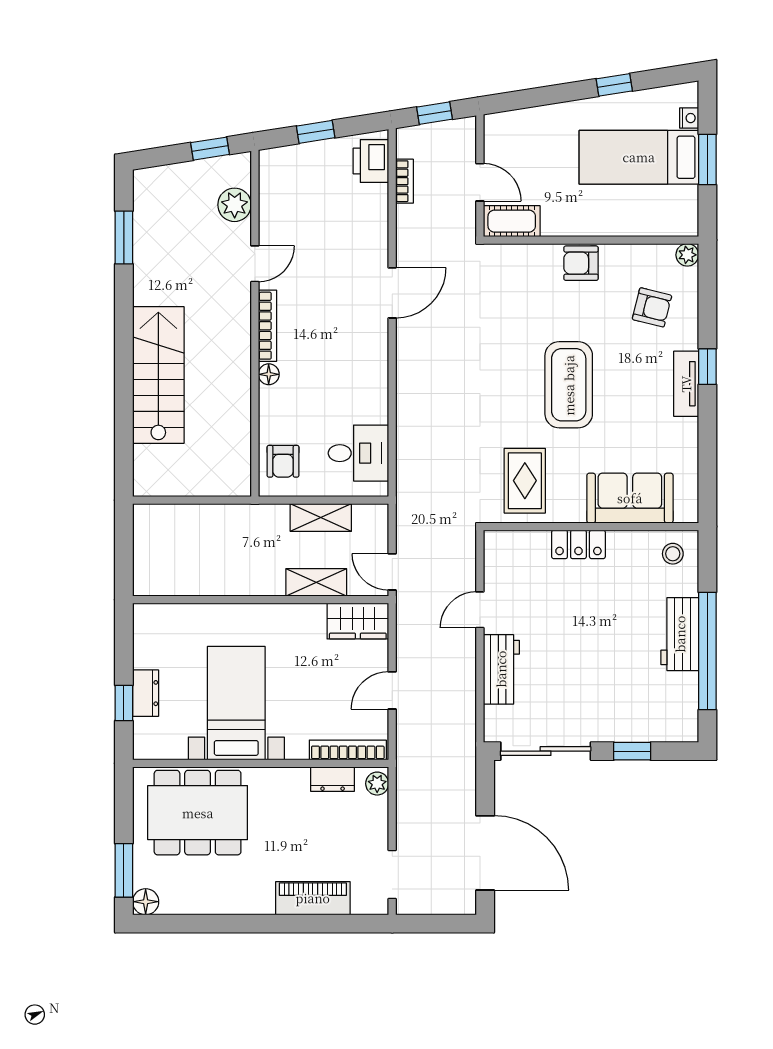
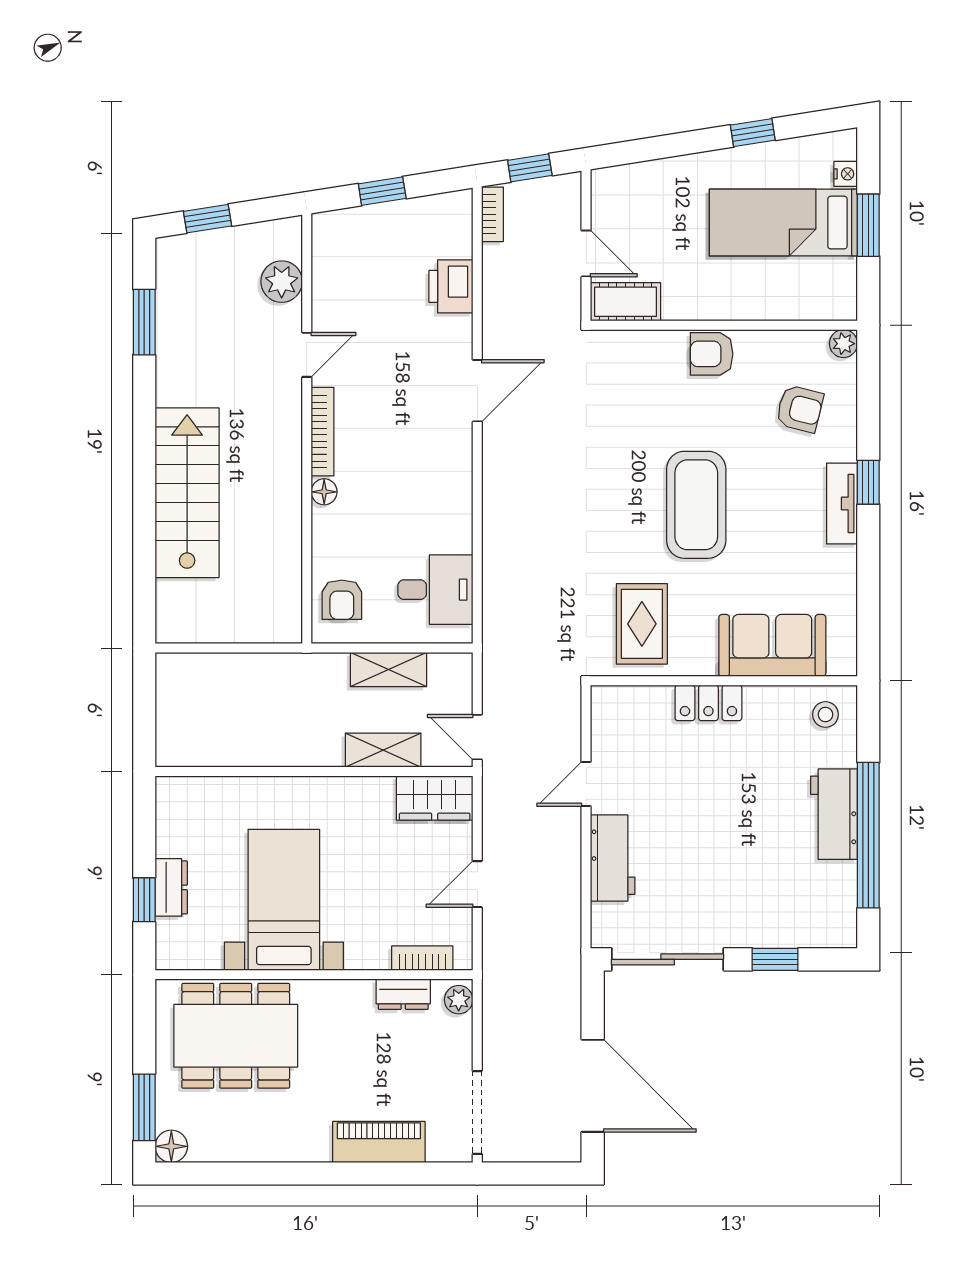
window: (210, 149) -> (207, 219), moved
printer: (371, 161) -> (451, 286), moved
bookcase: (404, 181) -> (493, 214), moved
bookcase: (348, 750) -> (422, 958), width x0.64
doorway: (392, 874) -> (477, 1112), width x1.38

